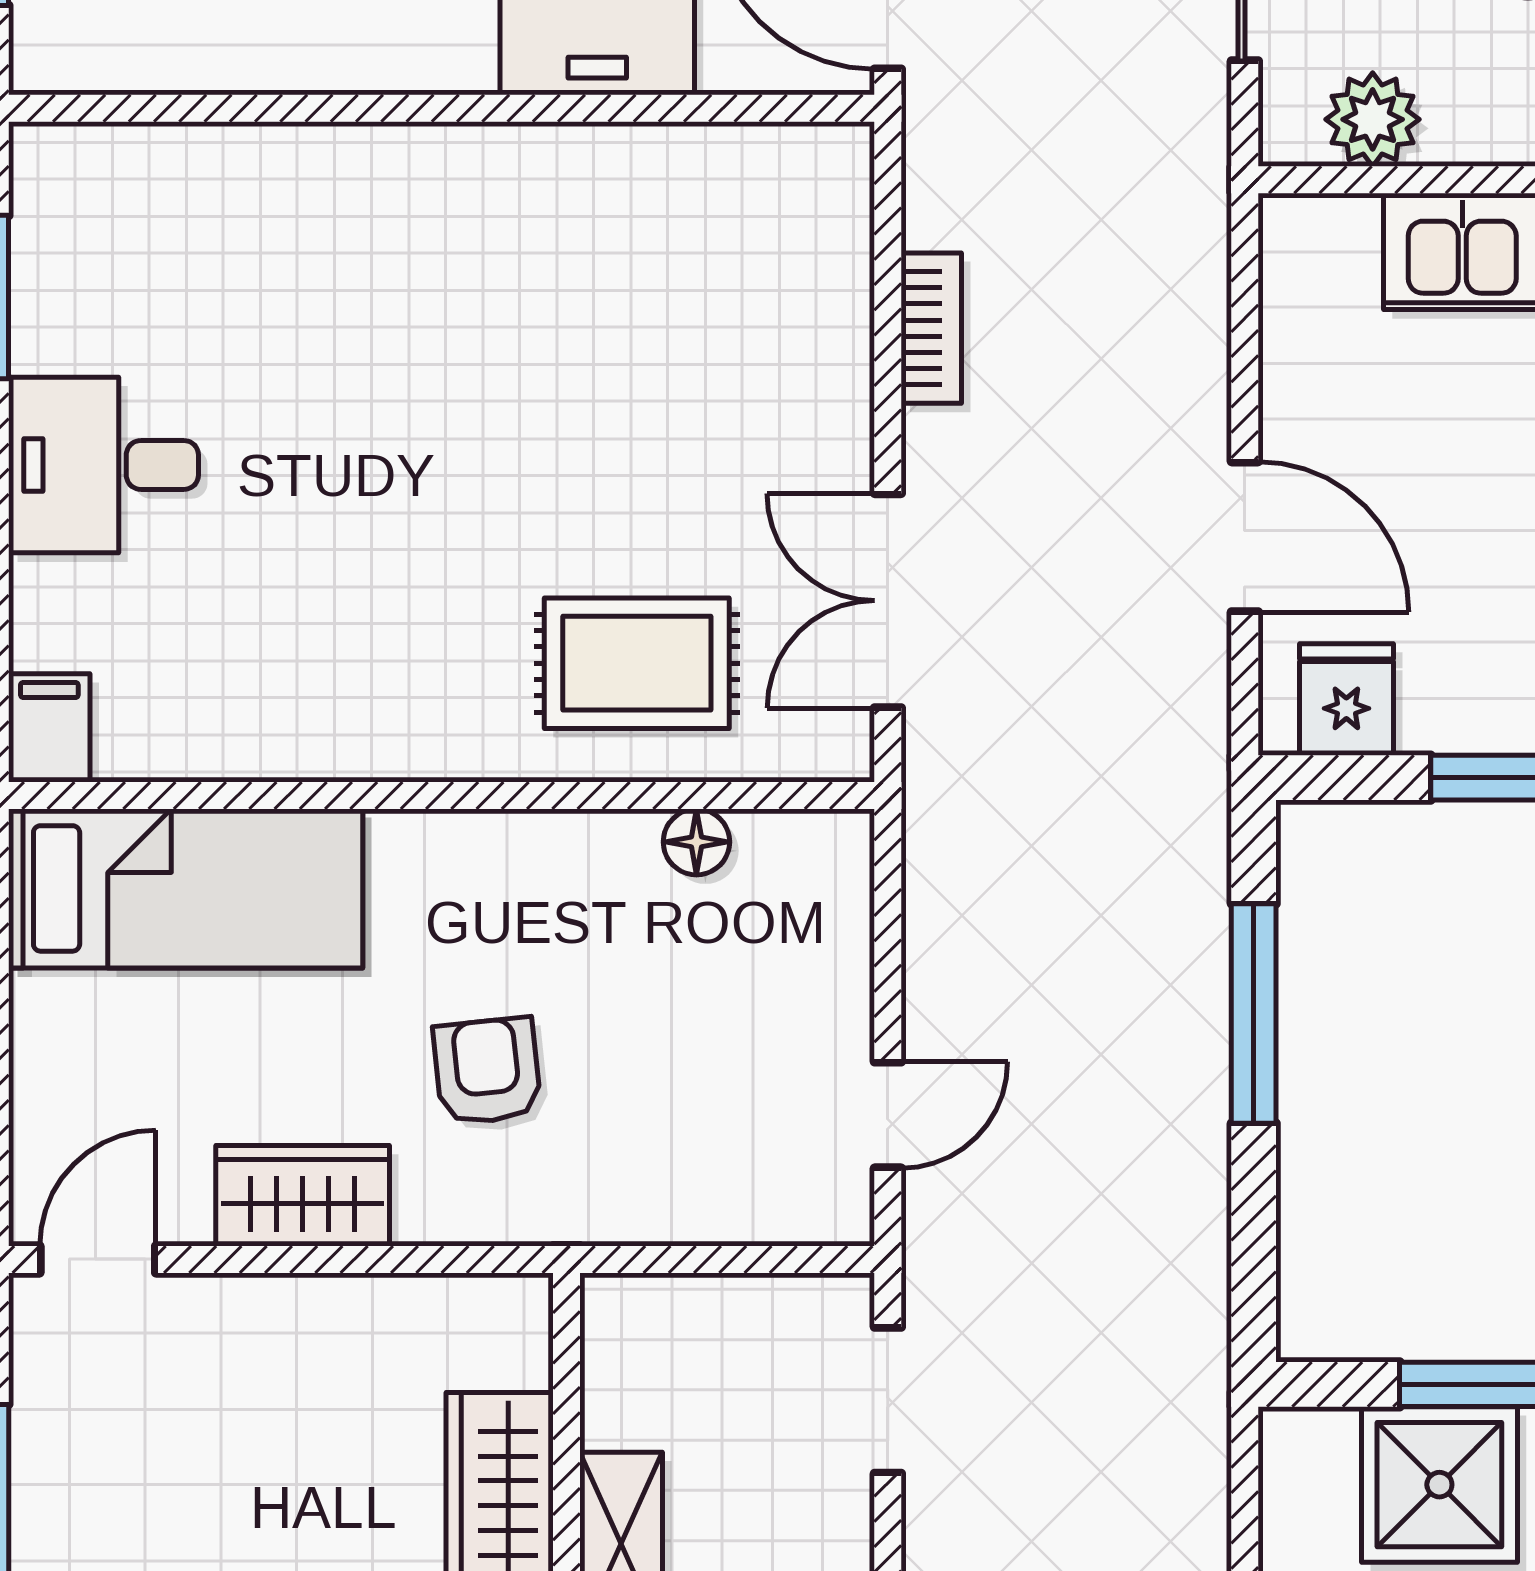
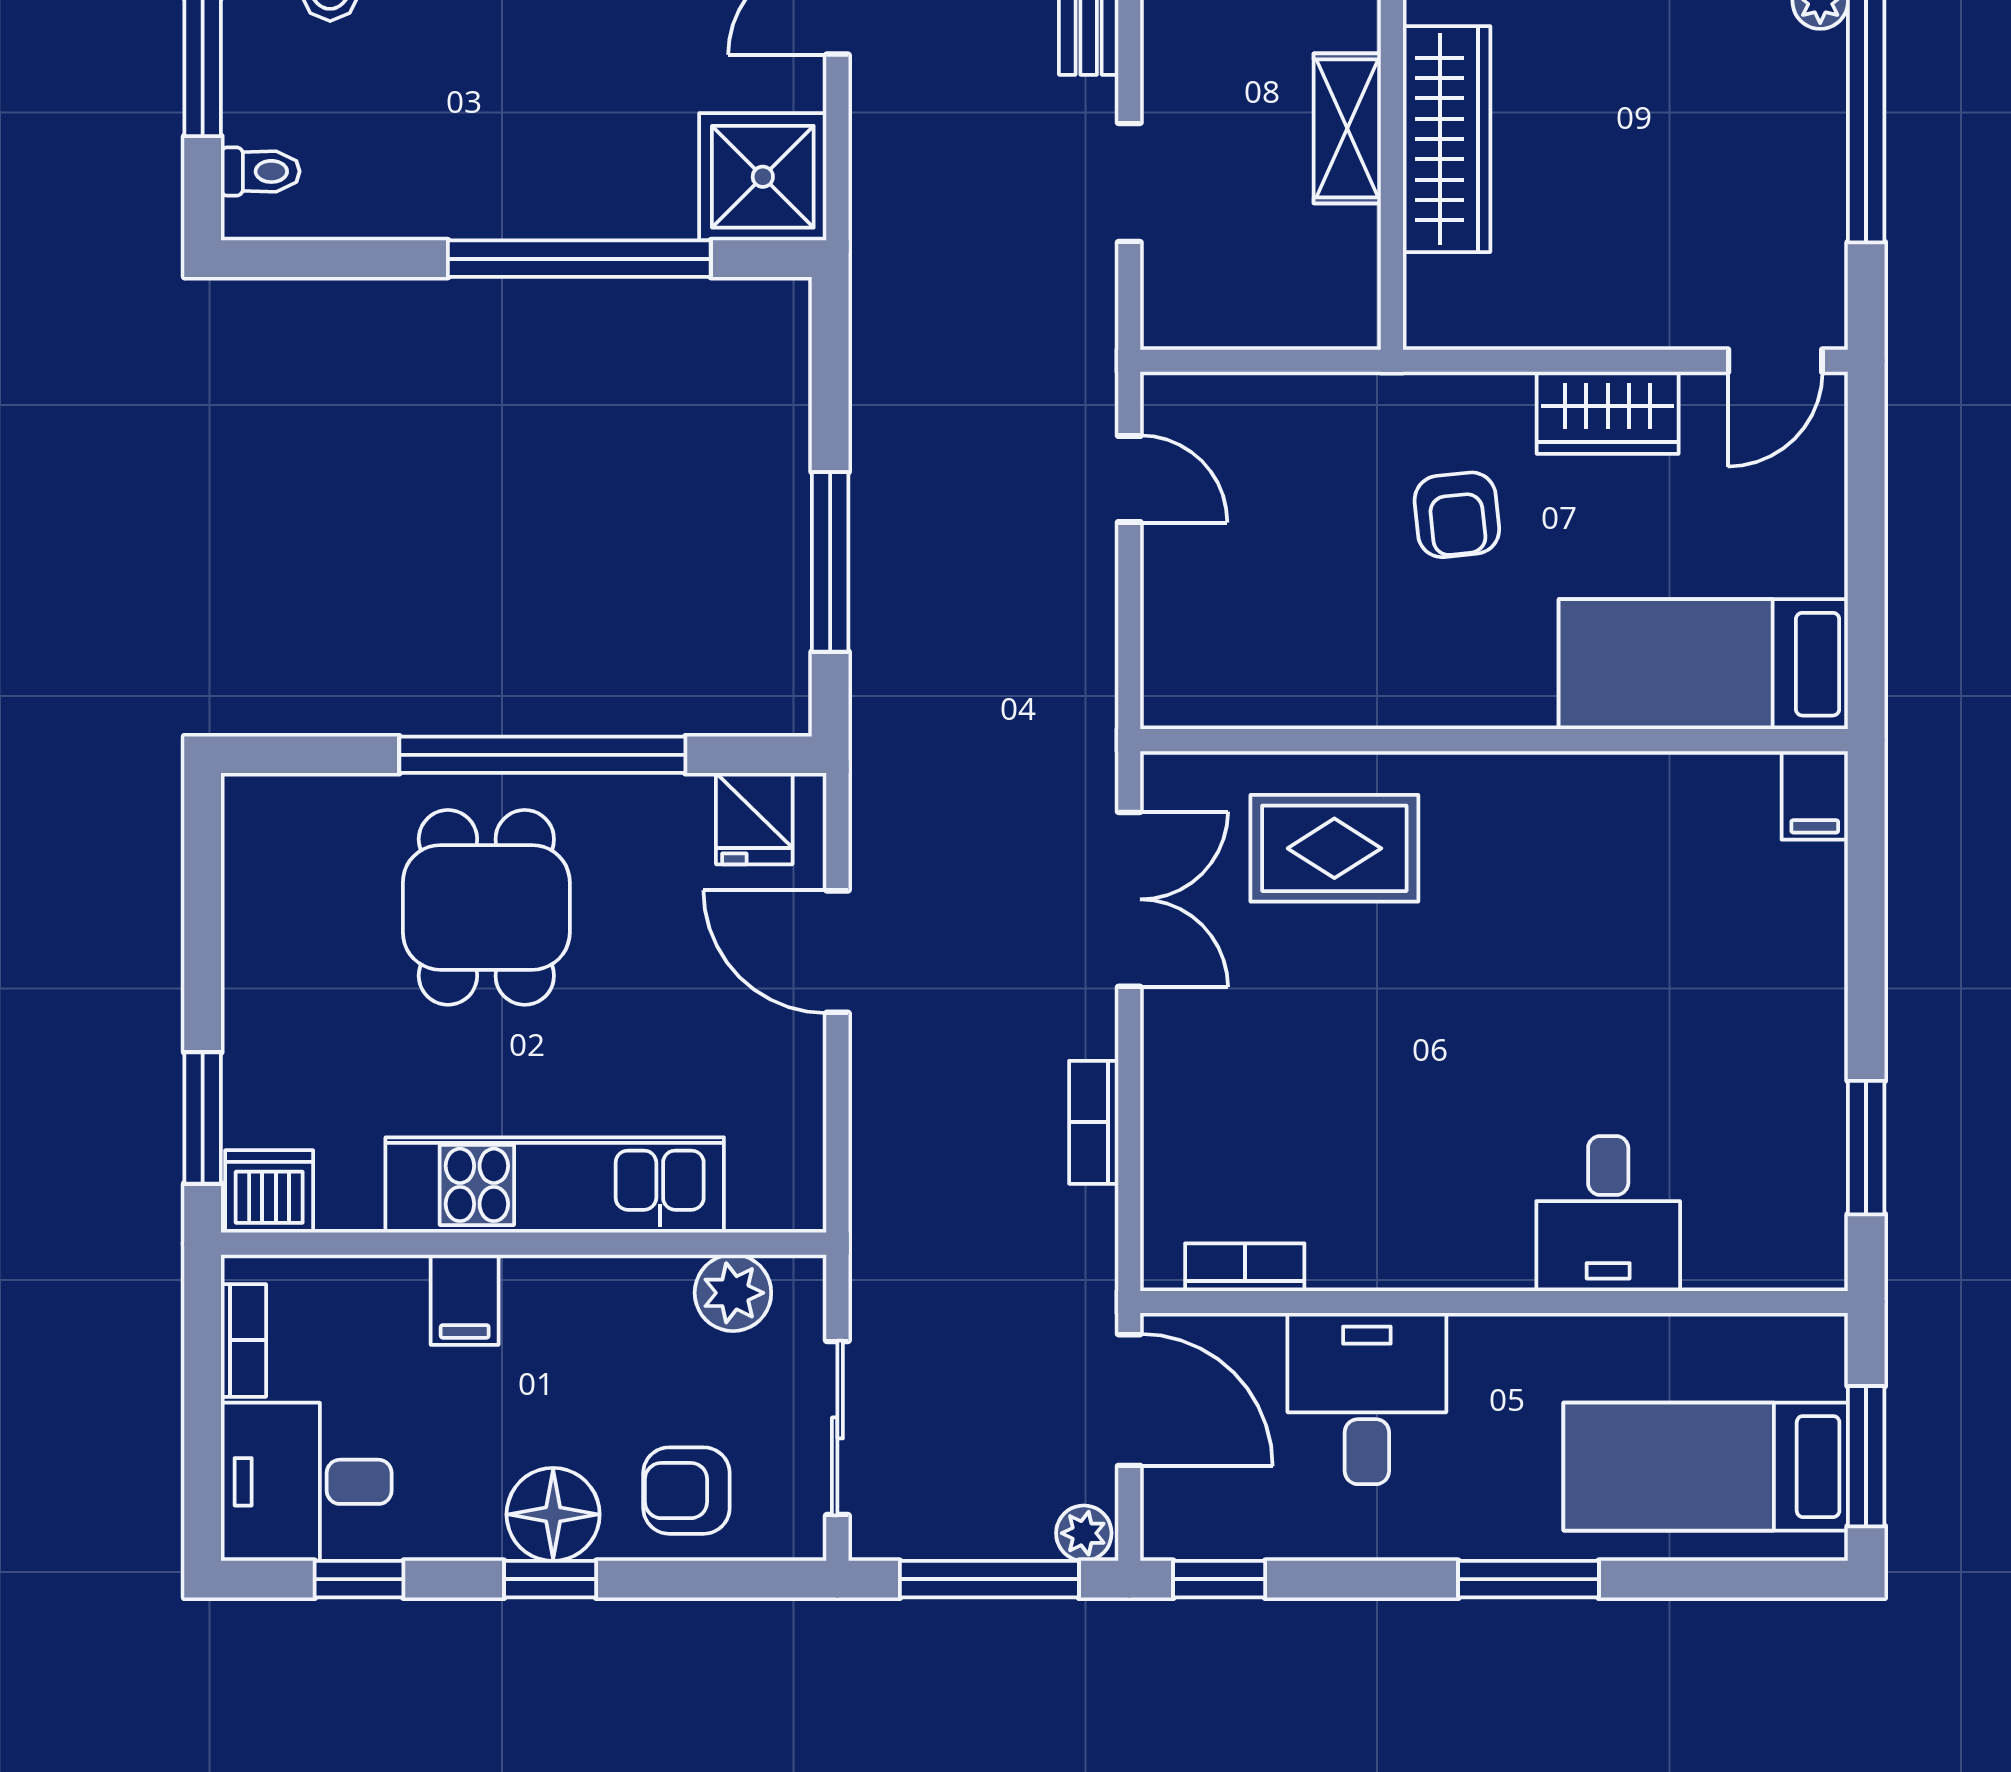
bookcase: (747, 151) -> (1245, 1267), added
desk: (104, 465) -> (1608, 1214), moved, turned 90
floor lamp: (696, 842) -> (1286, 702), removed
door: (888, 1115) -> (1129, 479), swing flipped
doorway: (888, 1400) -> (1129, 183), moved
shower: (1439, 1485) -> (763, 177), moved

